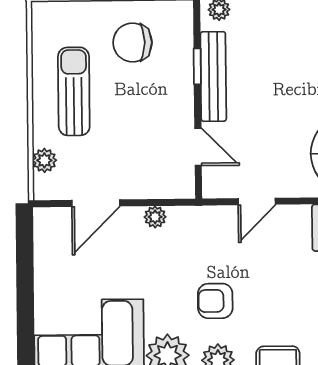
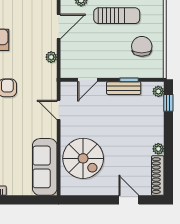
bench: (213, 76) -> (124, 88), width x0.73
door: (96, 203) -> (59, 26), swing flipped

